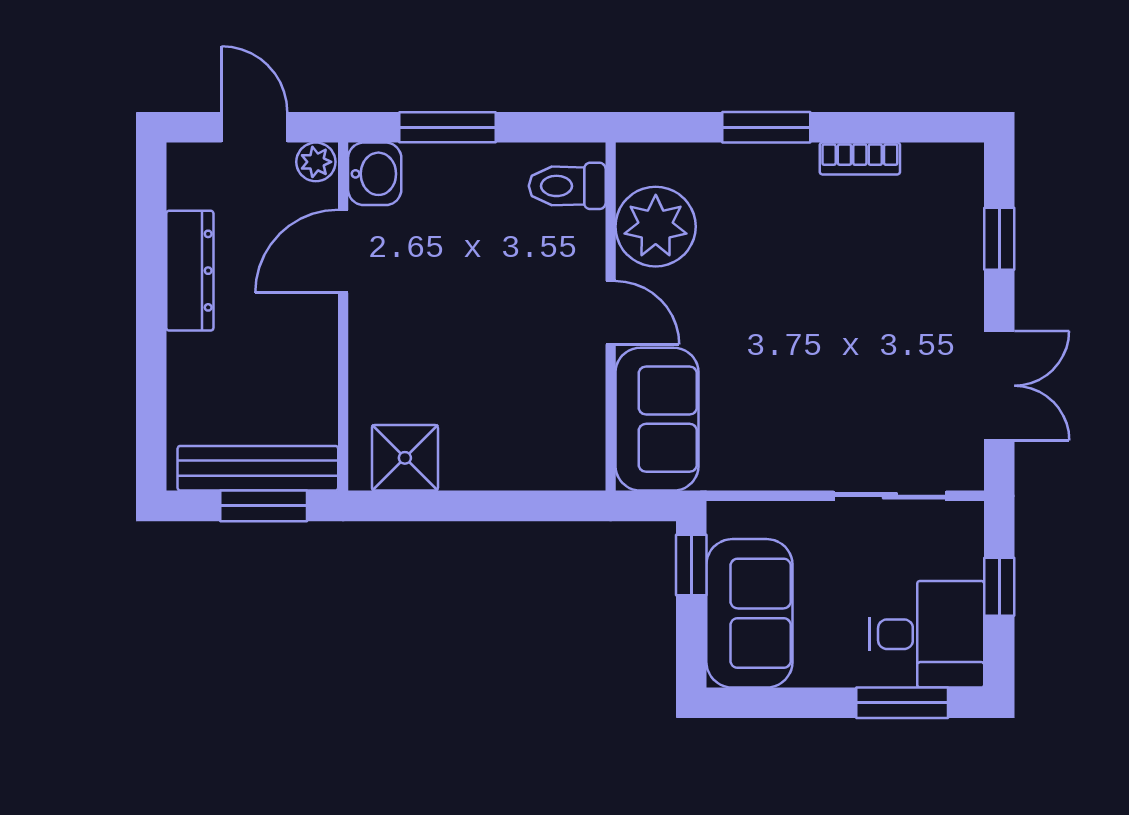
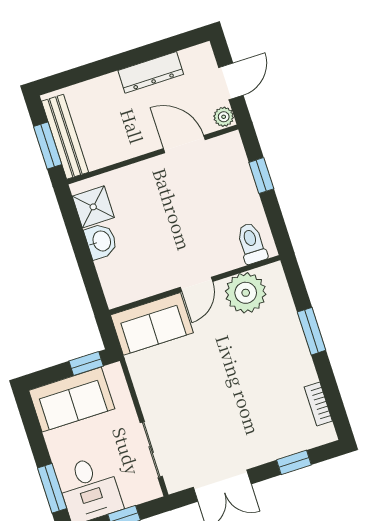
window: (447, 127) -> (261, 176), width x0.67
bookcase: (860, 158) -> (318, 404), moved
washbasin: (375, 174) -> (101, 241), moved, turned -90

